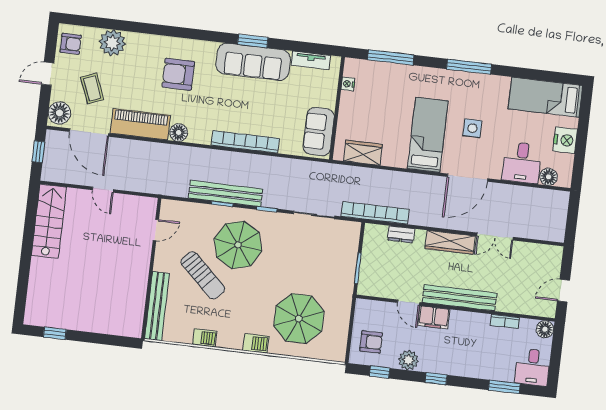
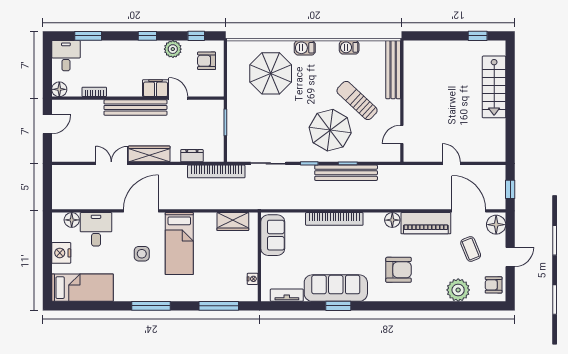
stairs: (49, 221) -> (494, 87), moved

